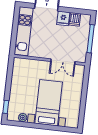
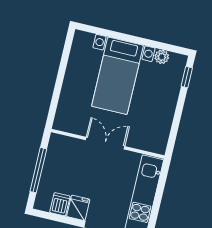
double door: (63, 62) -> (105, 143), moved

